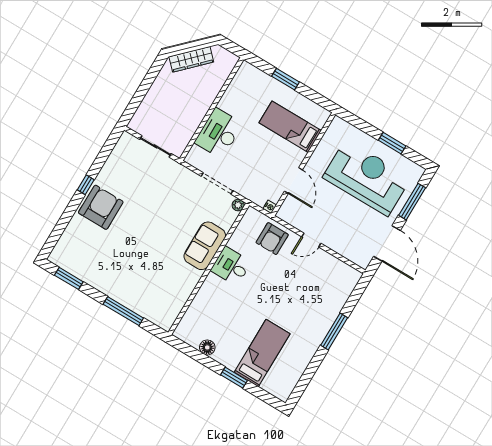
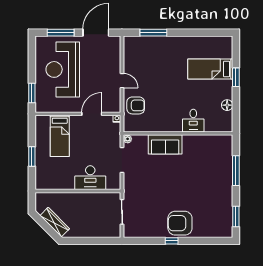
window: (392, 143) -> (32, 93), moved
desk: (231, 266) -> (193, 121), moved
window: (334, 332) -> (153, 33), moved

